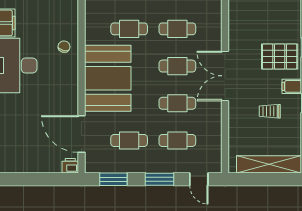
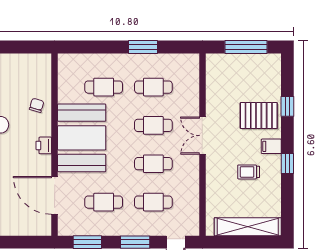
double door: (225, 76) -> (202, 136), width x0.73
printer: (70, 166) -> (44, 145), moved, turned -90

